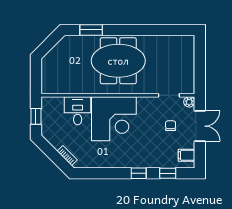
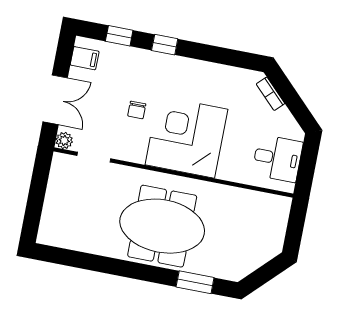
desk: (78, 111) -> (277, 158), moved, turned -90
window: (36, 116) -> (307, 164), removed
chair: (171, 126) -> (137, 110), moved
double door: (200, 126) -> (55, 100), swing flipped

